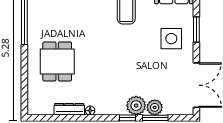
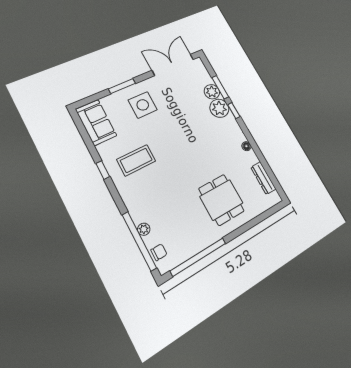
dining table: (57, 61) -> (221, 200), turned 90
dresser: (69, 109) -> (263, 178), moved

